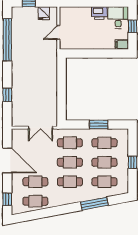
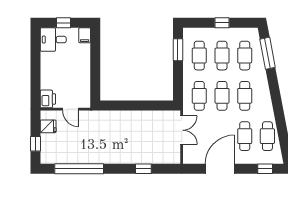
printer: (99, 13) -> (48, 99), moved
window: (99, 125) -> (178, 50), moved
window: (94, 204) -> (268, 53), moved

